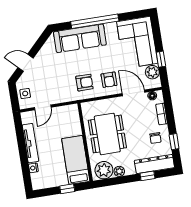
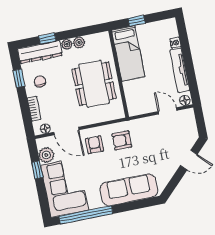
window: (95, 21) -> (86, 215), moved
side table: (25, 94) -> (188, 126), removed
door: (43, 107) -> (168, 111), hinge flipped
floor lamp: (27, 116) -> (185, 100), added
plant: (104, 170) -> (67, 44), moved, width x0.53, depth x0.53

